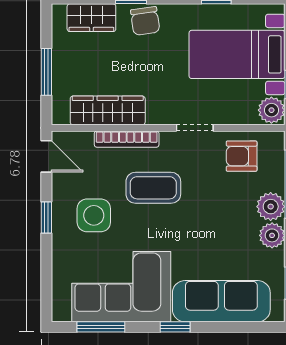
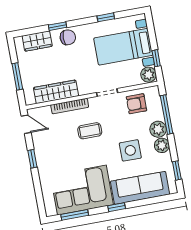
chair: (145, 21) -> (68, 37), turned -82
coffee table: (153, 188) -> (90, 131), width x0.73, depth x0.77
side table: (94, 215) -> (130, 150), moved

